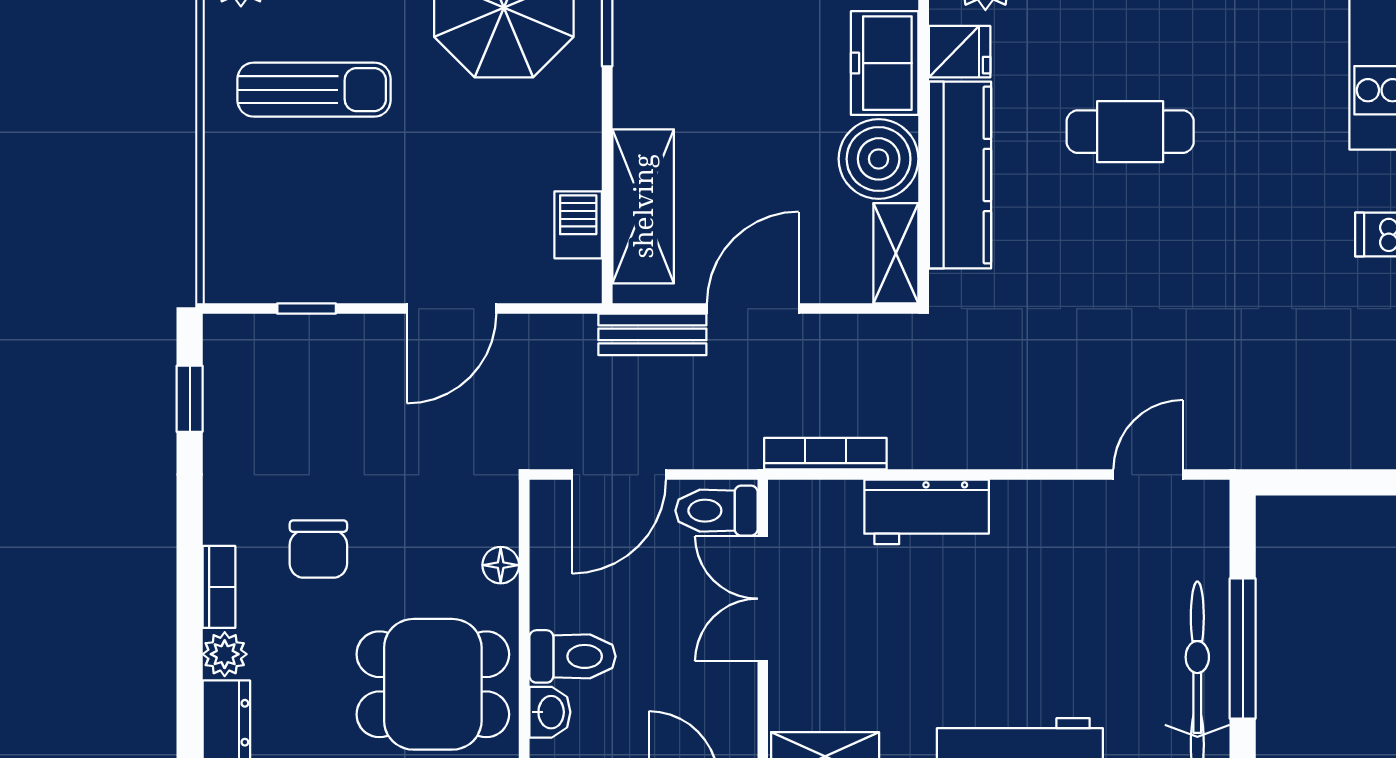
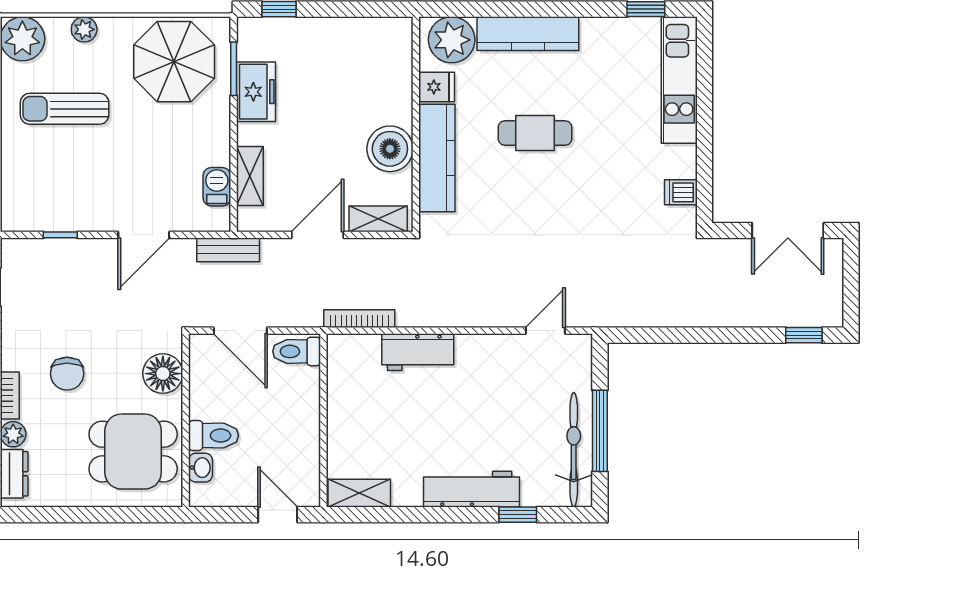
freezer: (885, 63) -> (256, 92), moved, turned 180
sun lounger: (314, 90) -> (65, 109), turned 180
shelving: (643, 206) -> (250, 176), width x0.67, depth x0.75
shelving: (896, 253) -> (378, 219), moved, turned 90
bench: (652, 334) -> (228, 250), moved
door: (619, 475) -> (240, 331), hinge flipped
floor lamp: (501, 565) -> (163, 374), width x1.89, depth x1.89
double door: (763, 599) -> (323, 402), removed

